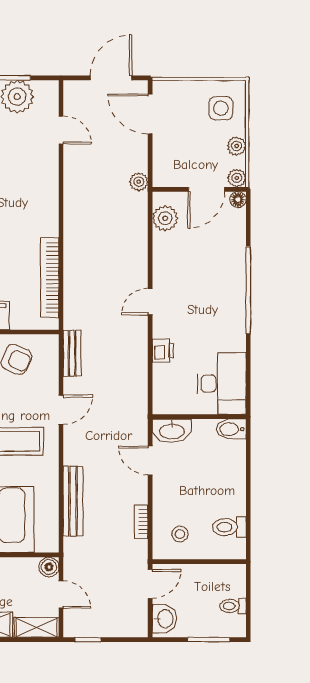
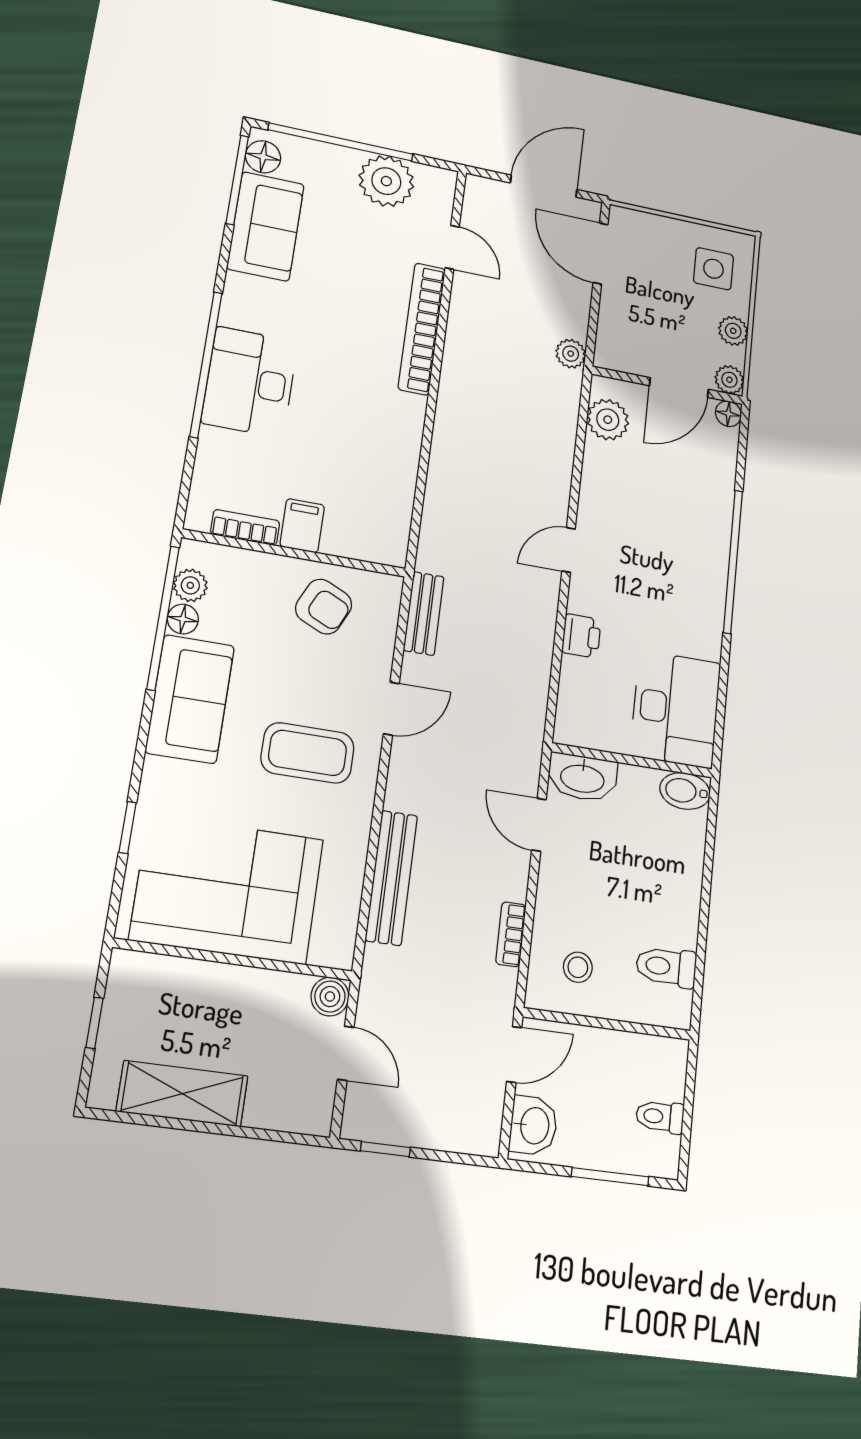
bookcase: (50, 278) -> (422, 329), moved
shelving: (37, 627) -> (290, 1112), removed

